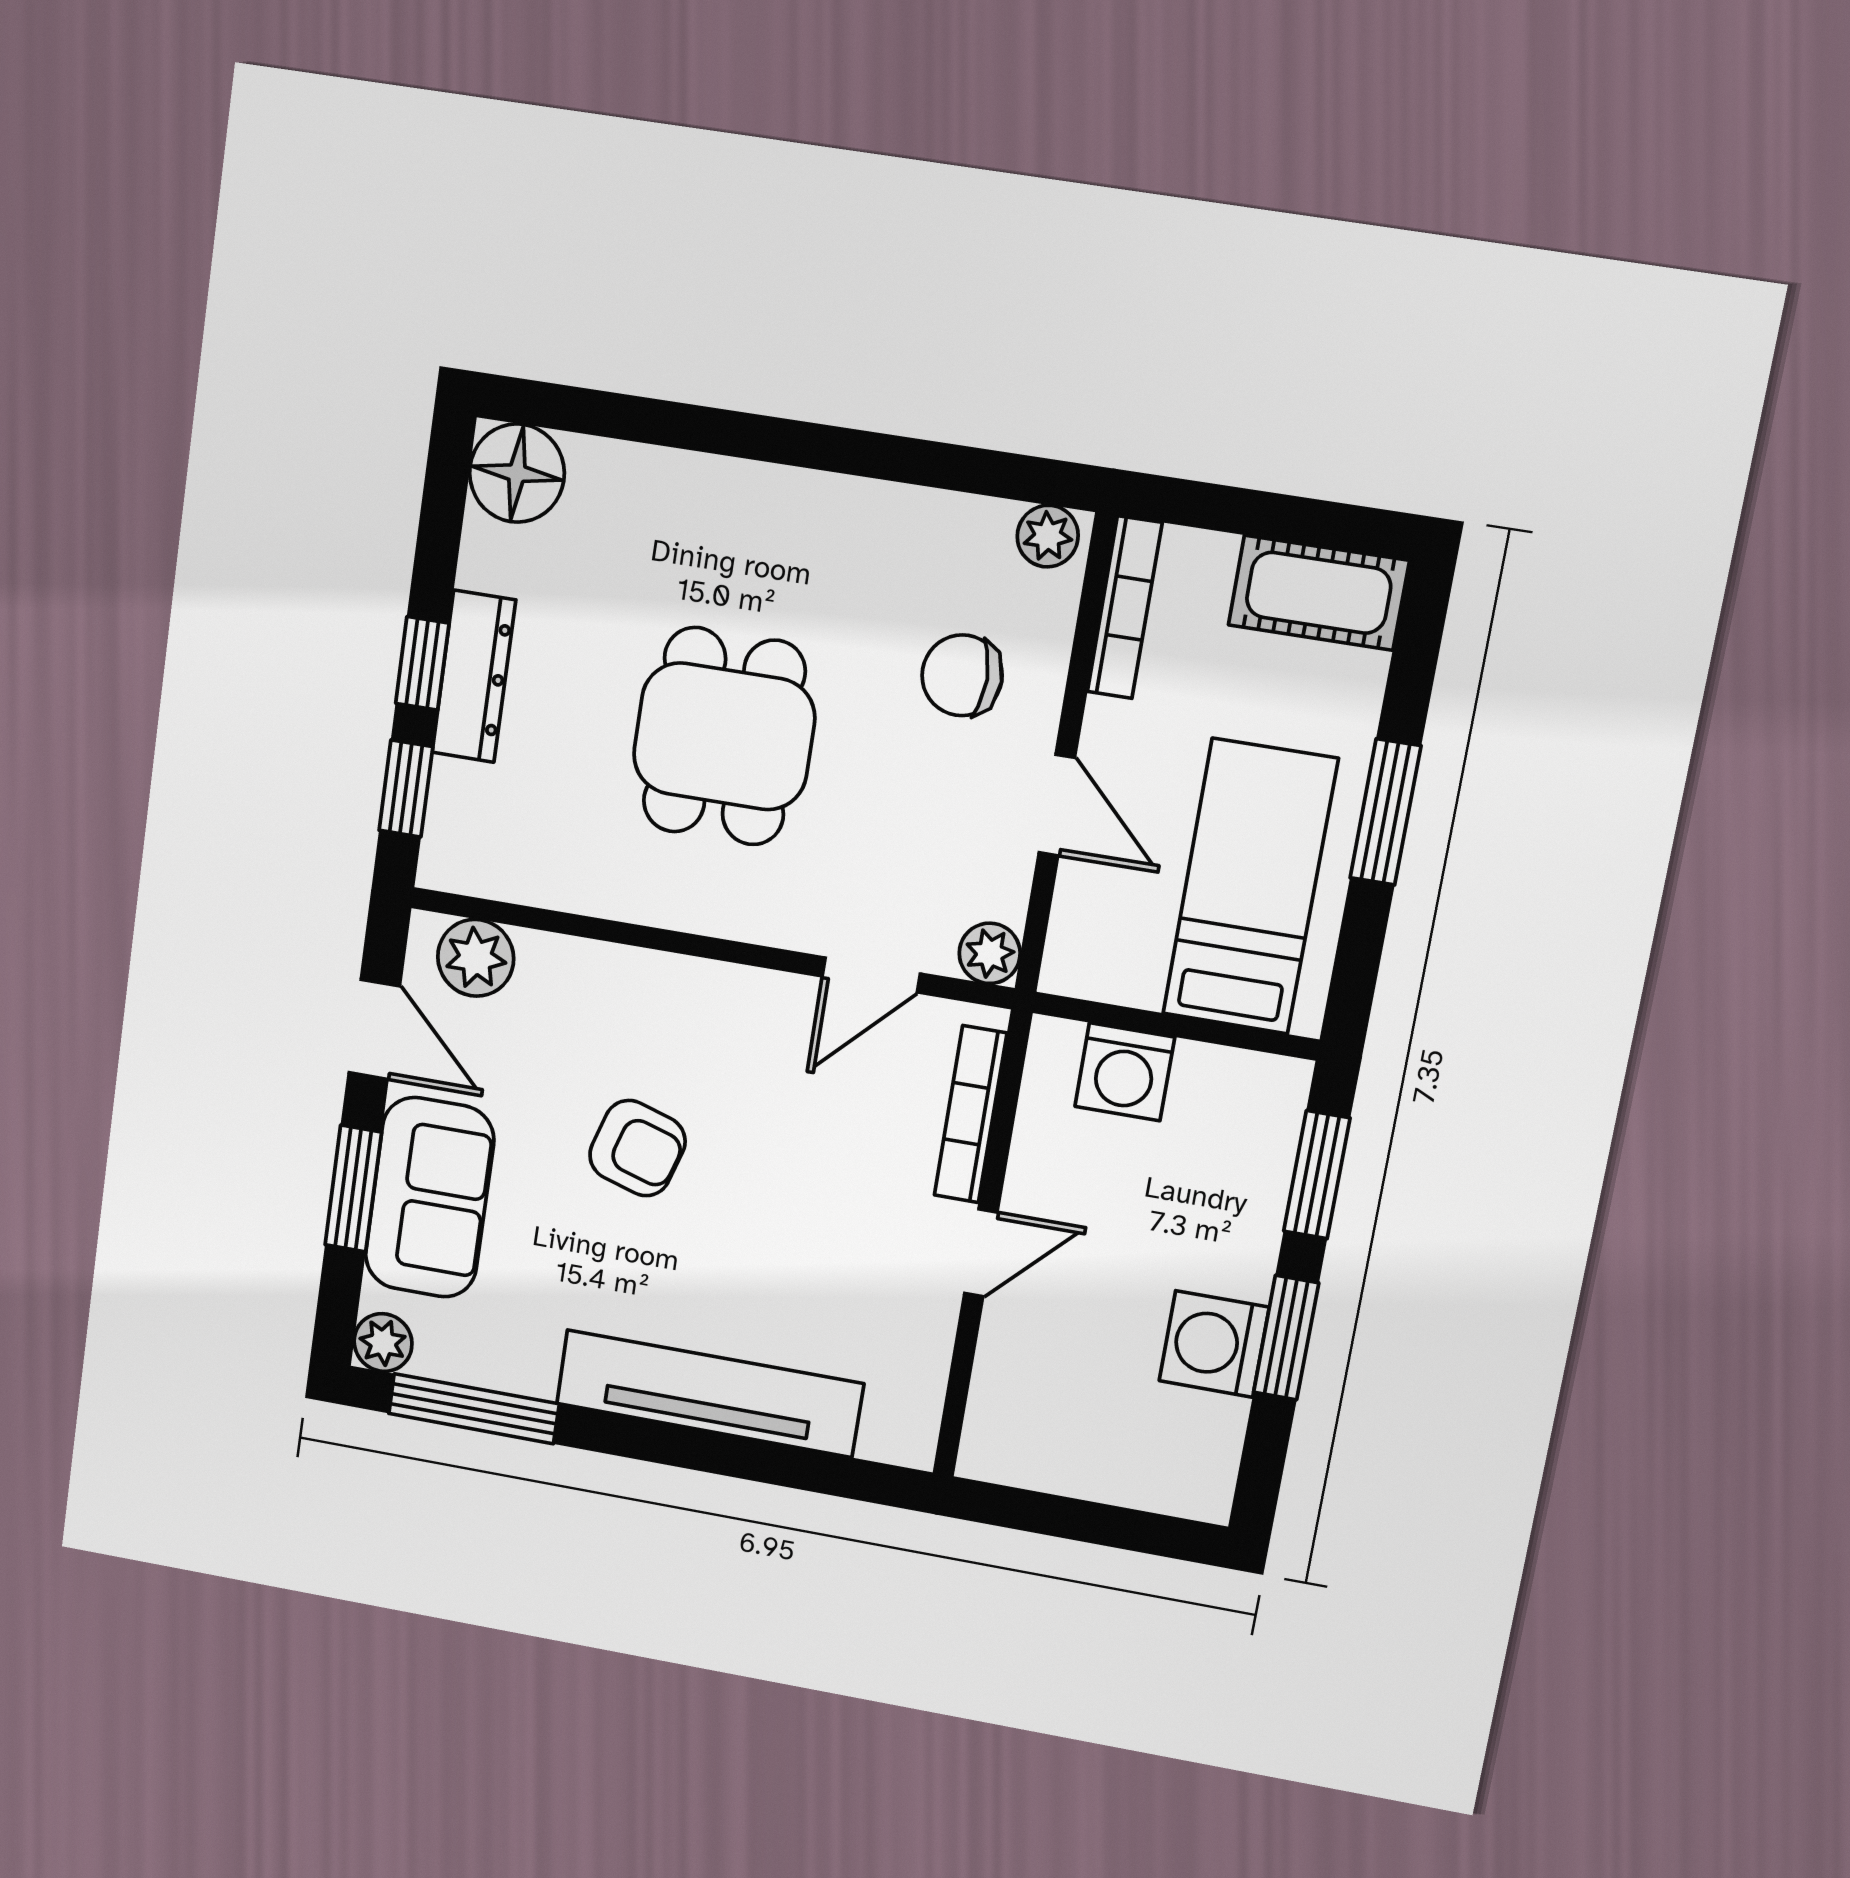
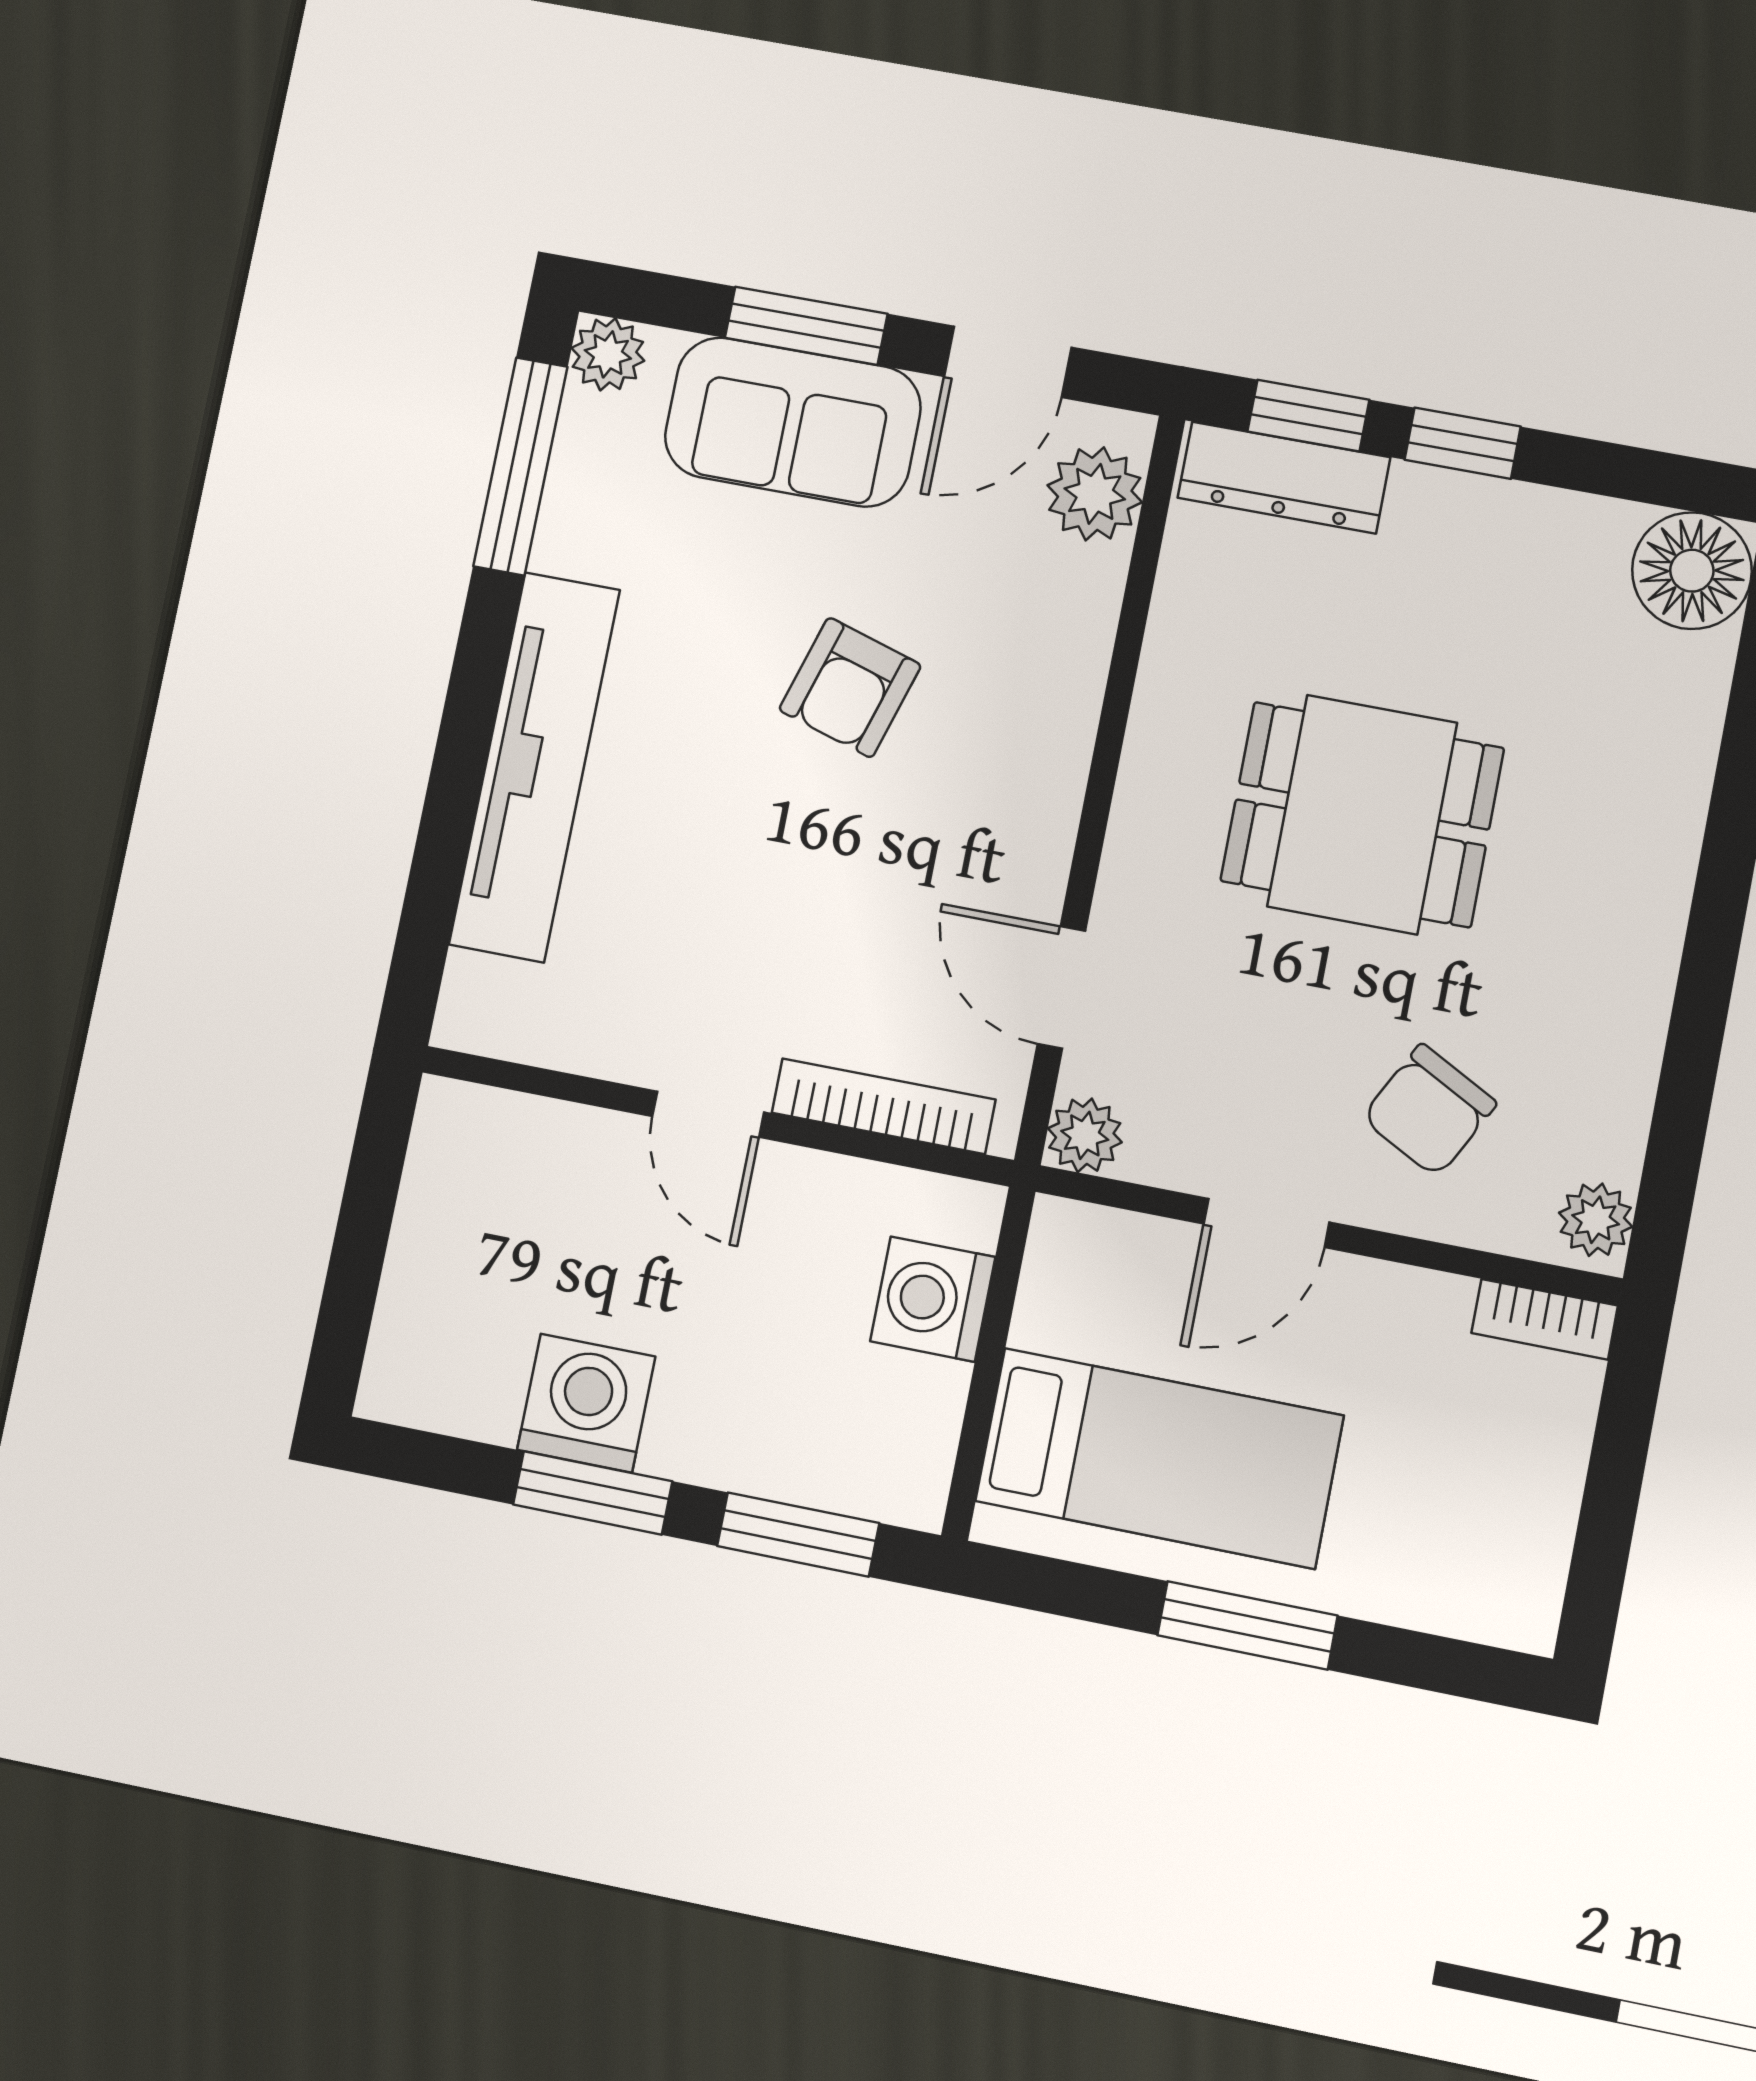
cot: (1319, 593) -> (1517, 1548), removed
bookcase: (1125, 607) -> (1545, 1319), width x0.64
chair: (962, 675) -> (1429, 1110), turned -152
dresser: (474, 676) -> (1284, 478), moved

